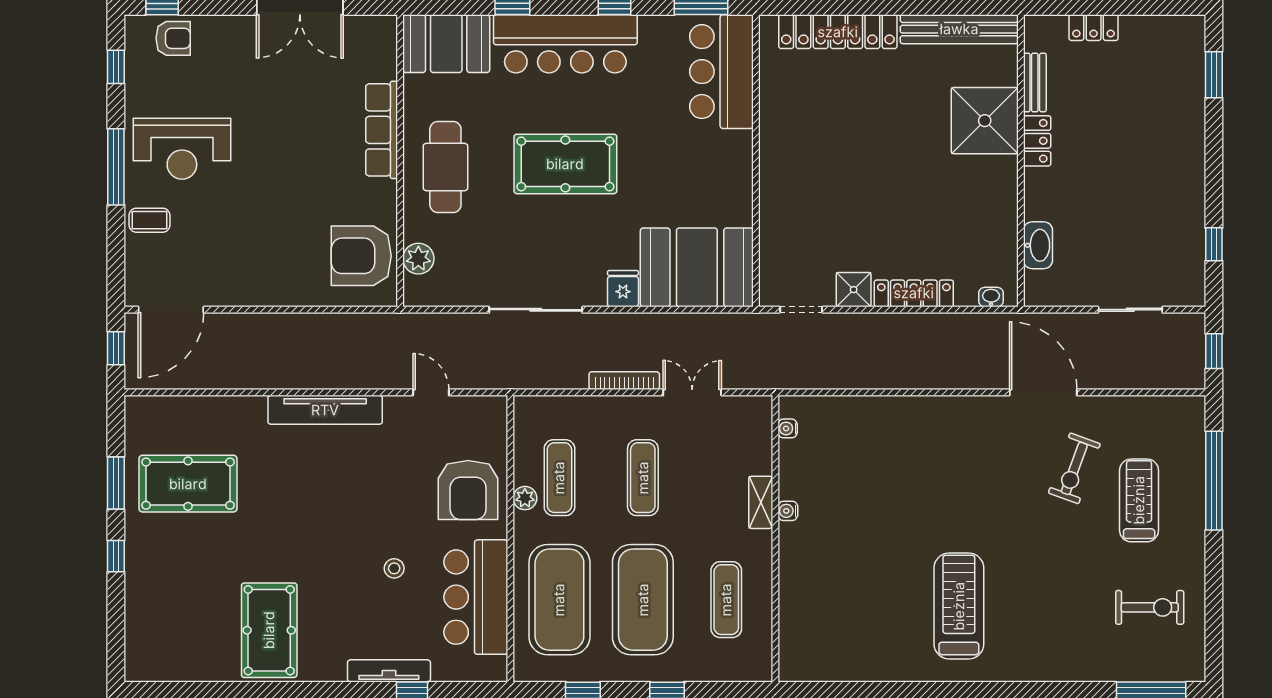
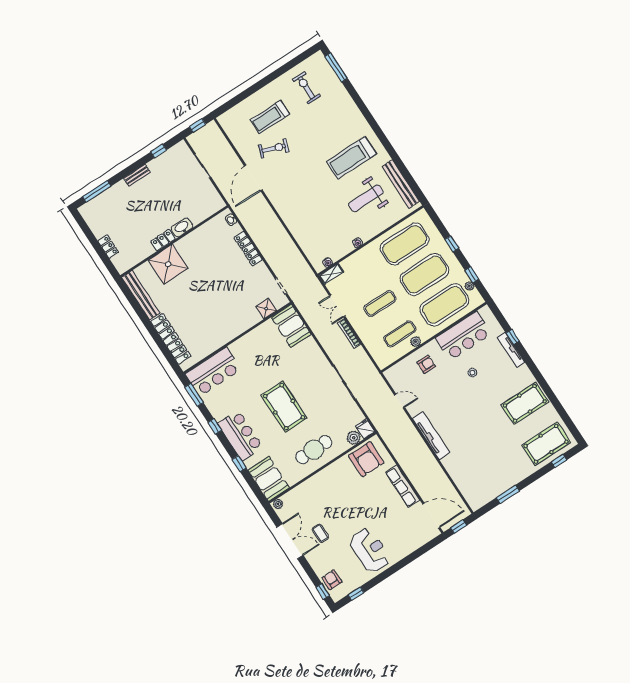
plant: (386, 30) -> (278, 504), added
bar counter: (565, 44) -> (240, 435), width x0.73
window: (1214, 75) -> (97, 191), width x1.44
bench: (1035, 82) -> (137, 175), moved
row of seats: (382, 130) -> (402, 486), moved, turned 90
window: (116, 167) -> (392, 570), removed
coffee table: (150, 220) -> (320, 533), moved
washbasin: (1038, 245) -> (182, 227), moved
booth: (697, 267) -> (291, 326), width x0.73, depth x0.70
fridge: (623, 289) -> (365, 429), moved, turned 90
shower: (854, 290) -> (266, 309), moved
door: (431, 392) -> (399, 401), swing flipped
window: (1214, 481) -> (245, 95), removed
pool table: (188, 484) -> (546, 444), moved, turned 90
armchair: (468, 490) -> (426, 364), width x0.53, depth x0.53
shelving: (761, 502) -> (331, 274), moved
window: (116, 556) -> (559, 461), moved
weight bench: (862, 583) -> (366, 198), added
exercise mat: (726, 600) -> (405, 244), width x2.00, depth x1.45
bench: (846, 668) -> (401, 184), added
plant: (564, 672) -> (470, 286), added

